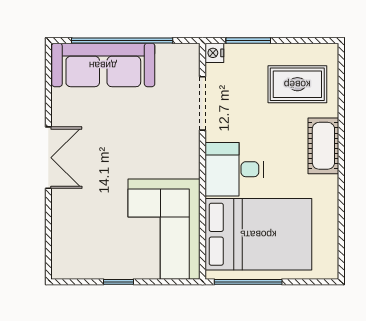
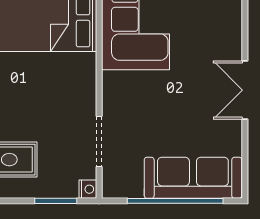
desk: (234, 169) -> (69, 79), removed

